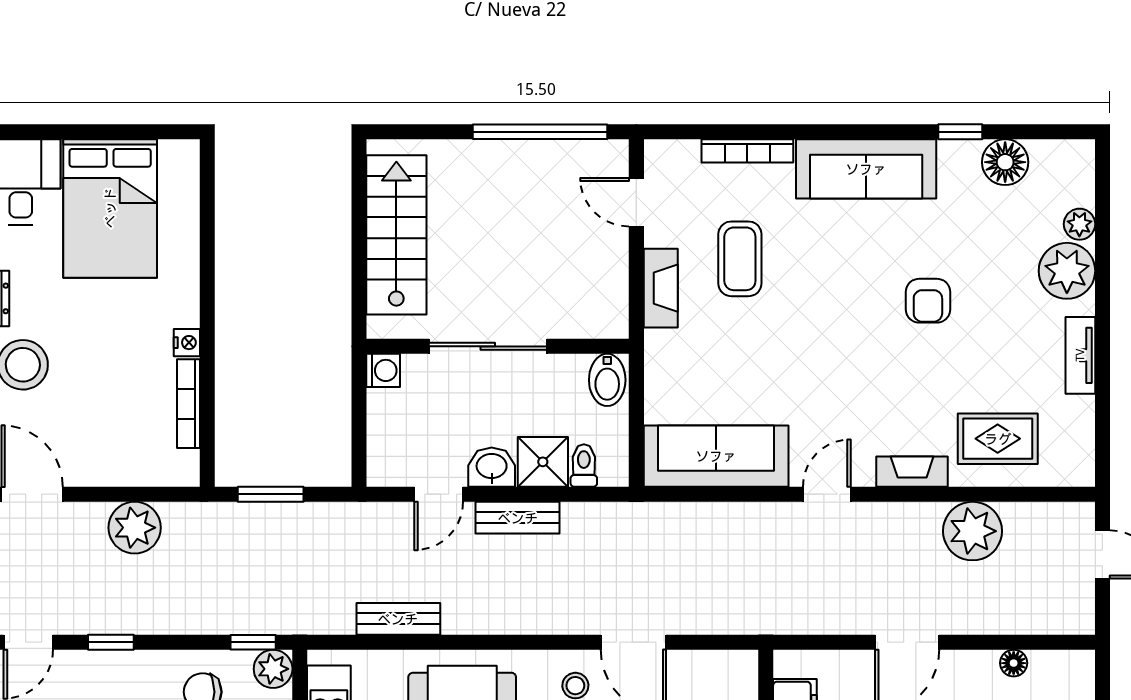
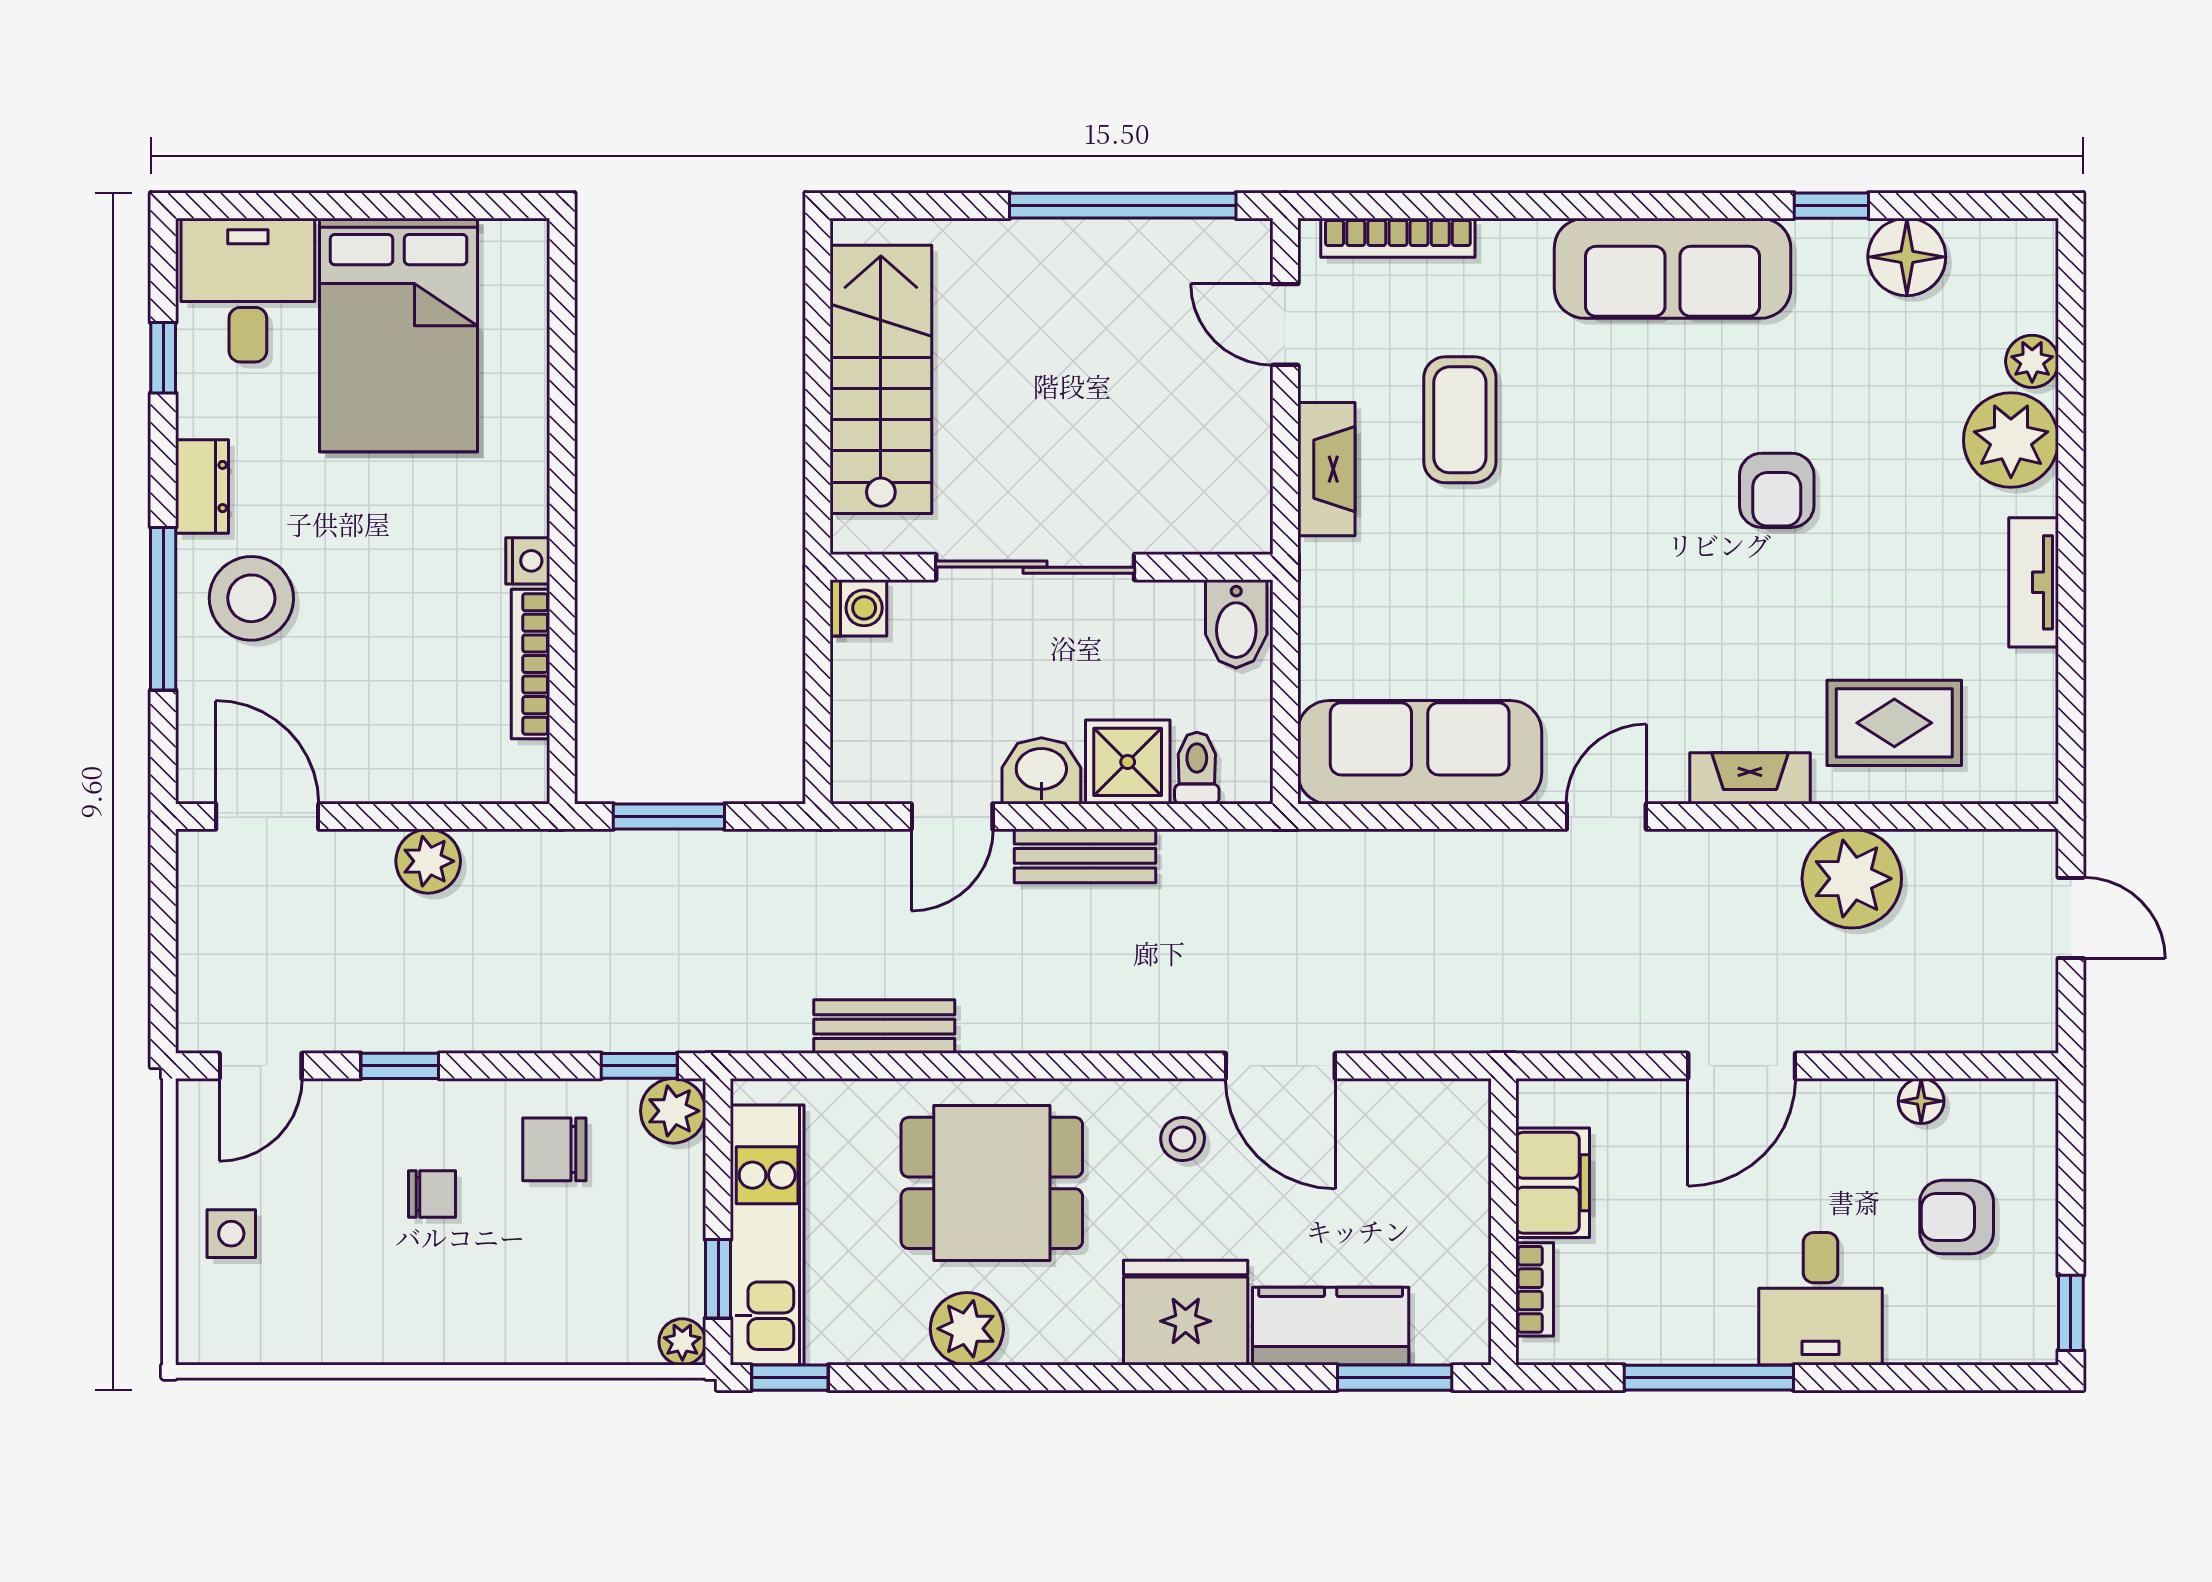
bookcase: (747, 151) -> (1398, 238), moved
plant: (135, 528) -> (428, 861), width x0.73, depth x0.73

